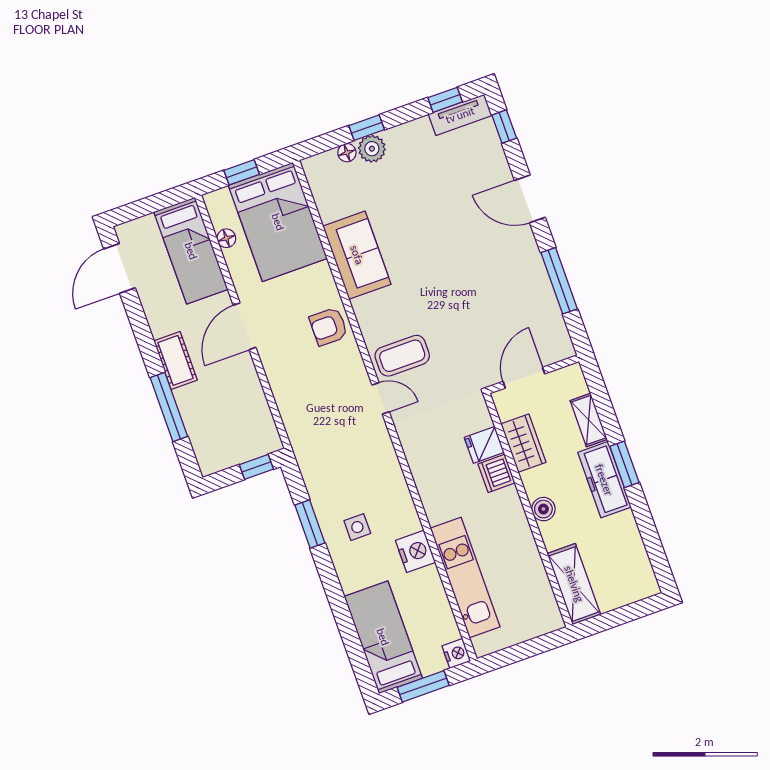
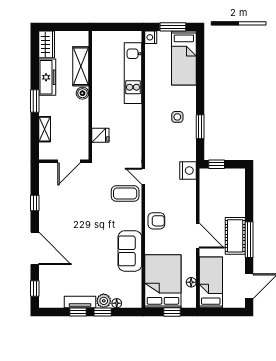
window: (445, 100) -> (78, 312), moved
tv unit: (460, 115) -> (80, 302), moved
door: (530, 199) -> (35, 248), width x1.36
window: (559, 281) -> (35, 203), width x0.46
door: (245, 326) -> (198, 236), hinge flipped
cot: (176, 360) -> (235, 236), width x1.37, depth x1.34
window: (169, 407) -> (249, 240), moved
wardrobe: (523, 443) -> (47, 44), moved, turned 180
dishwasher: (497, 473) -> (99, 119), removed
freezer: (604, 480) -> (47, 77), moved
nightstand: (415, 551) -> (188, 170), moved, turned 180
shelving: (574, 584) -> (81, 66), moved

